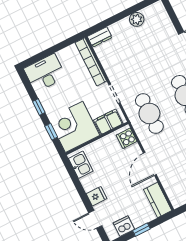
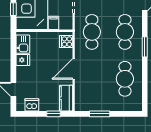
filing cabinet: (108, 122) -> (54, 23), width x0.50
fridge: (97, 196) -> (23, 60), moved
window: (141, 230) -> (54, 114), moved

